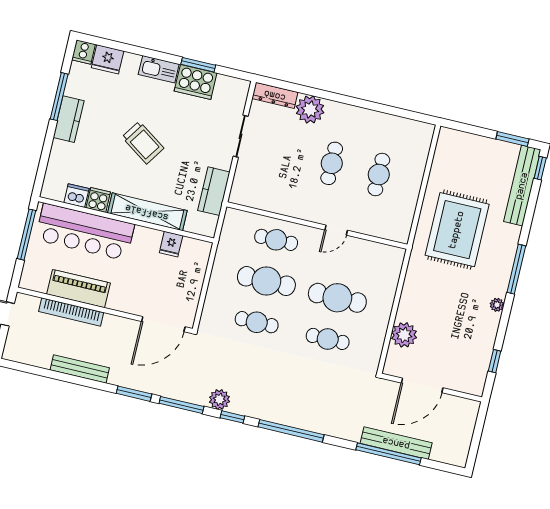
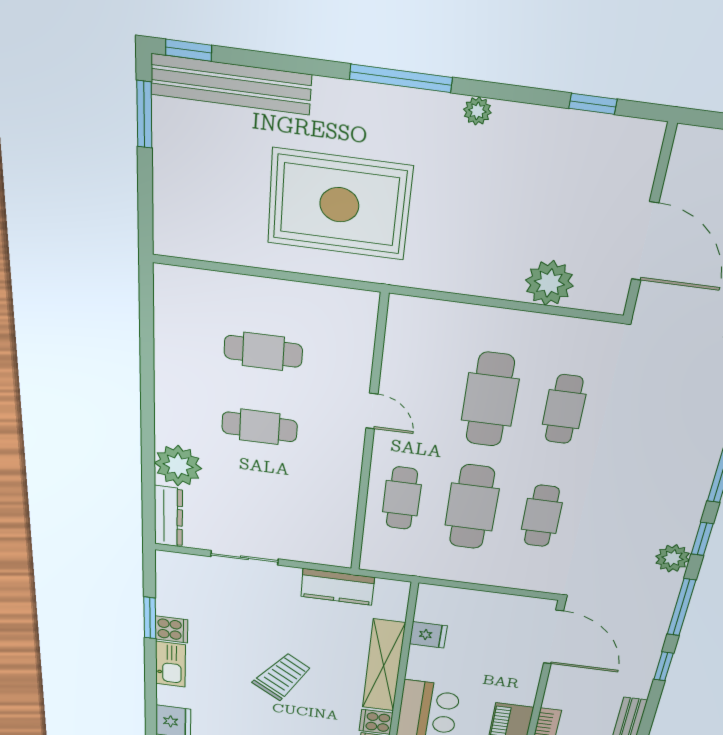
cooker: (196, 82) -> (171, 629), width x0.53, depth x0.76
window: (134, 394) -> (664, 666), width x0.67

